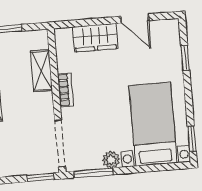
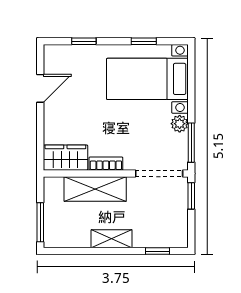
wardrobe: (95, 38) -> (65, 158), moved, turned -90
shelving: (42, 71) -> (95, 189), width x1.50, depth x1.33
window: (192, 139) -> (144, 41), moved

